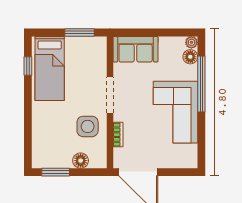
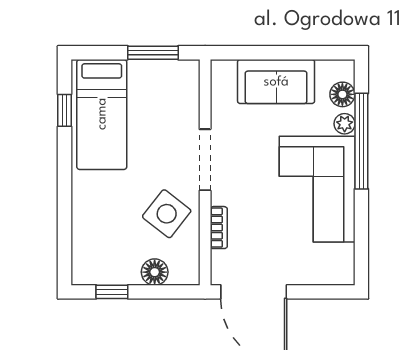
plant: (191, 42) -> (345, 124), moved
sofa: (136, 49) -> (276, 82), moved
side table: (88, 126) -> (167, 214), turned 38
window: (56, 172) -> (112, 292), width x0.67

